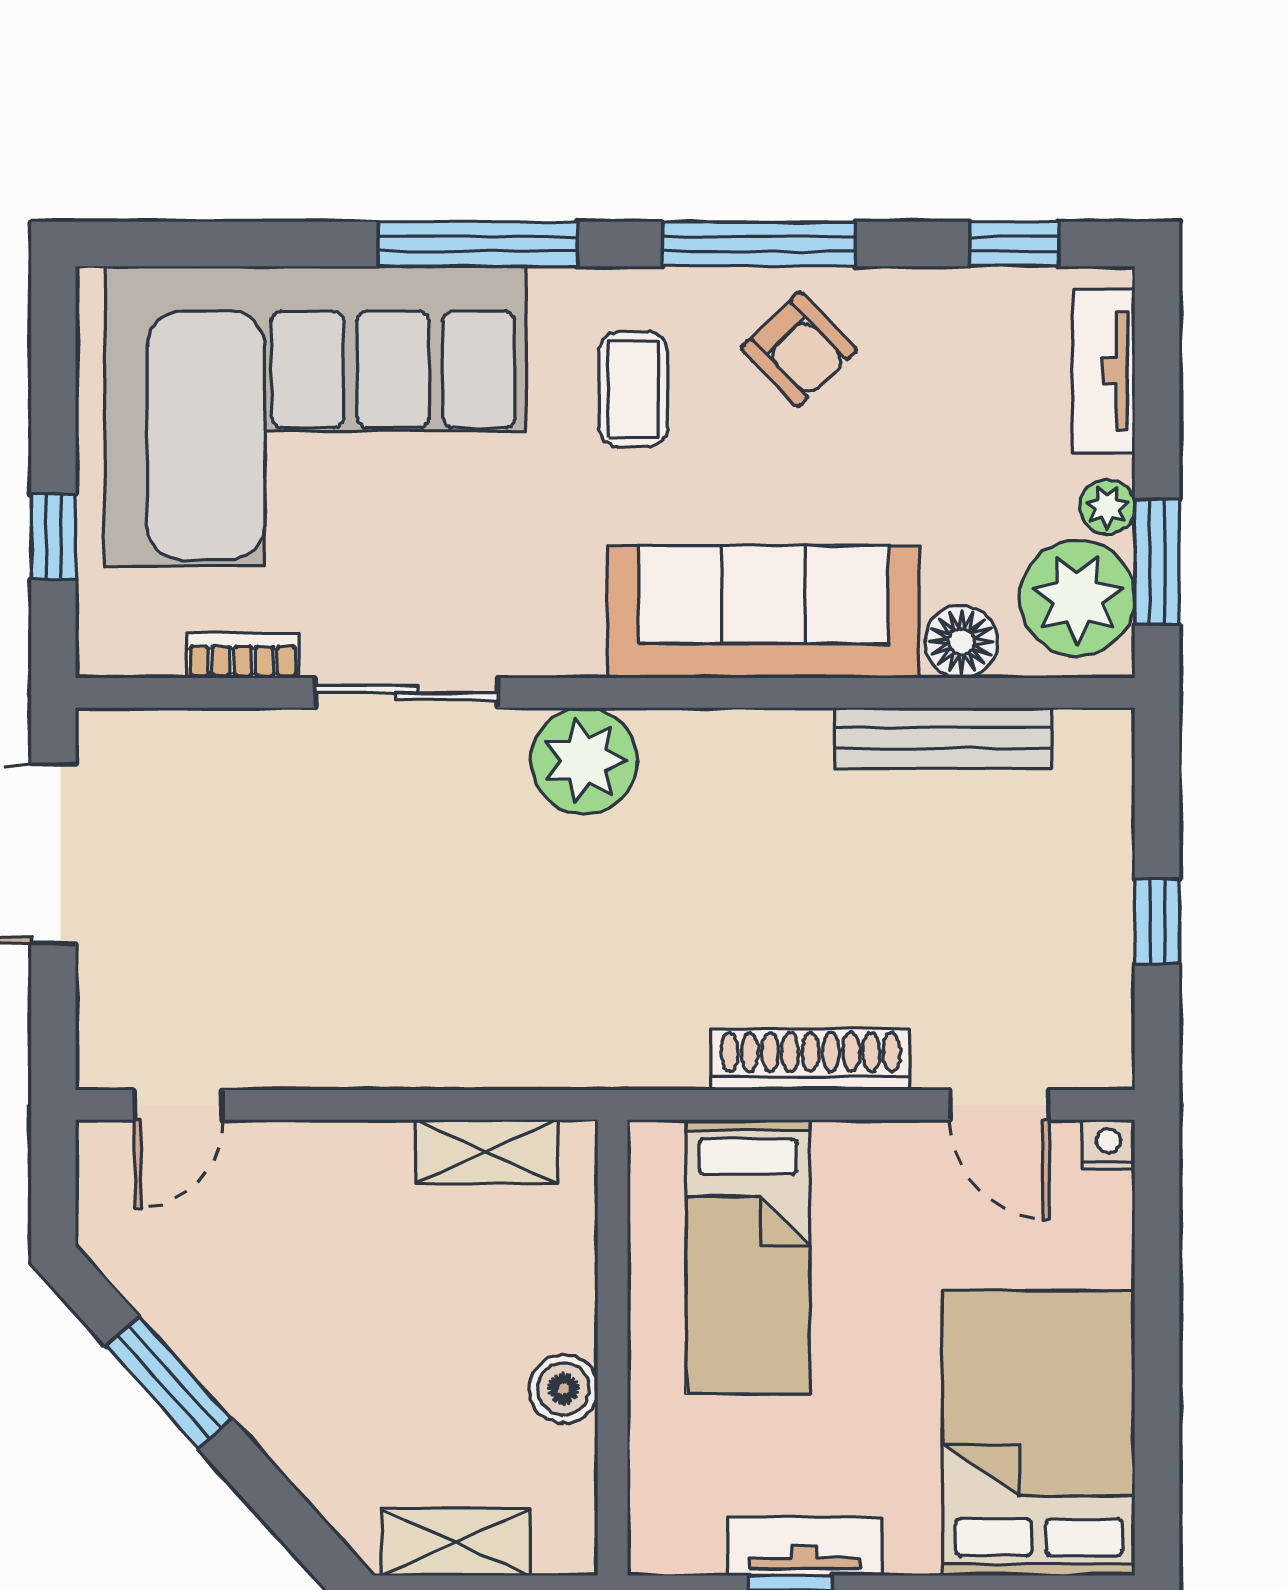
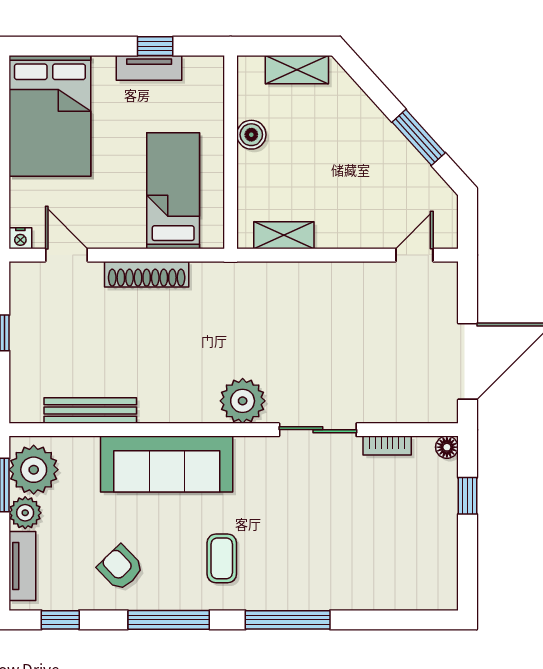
armchair: (799, 349) -> (121, 568), moved
corner sofa: (315, 416) -> (357, 547), removed
plant: (1107, 507) -> (25, 513), width x1.38, depth x1.38
floor lamp: (961, 642) -> (447, 447), moved, width x0.73, depth x0.73

